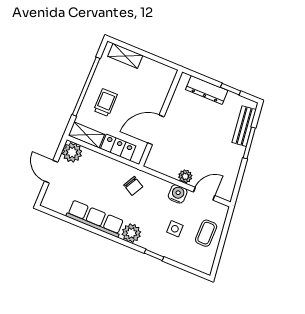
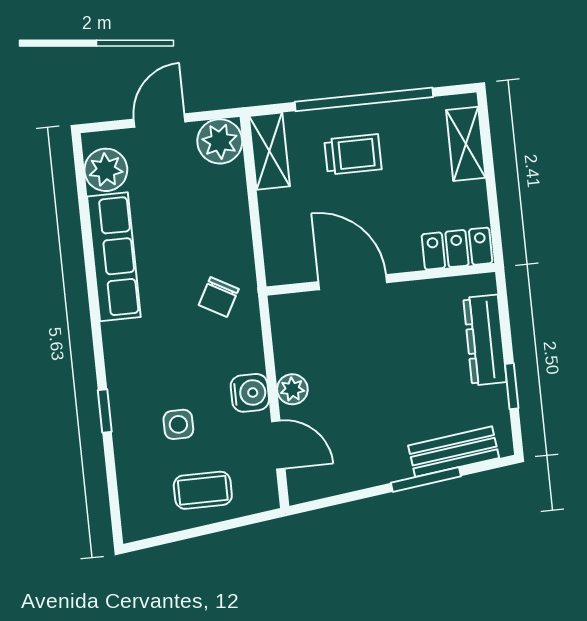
locker: (118, 147) -> (457, 249), moved, turned -90
plant: (131, 233) -> (106, 170), moved

